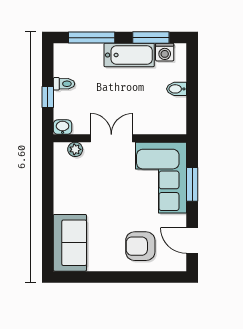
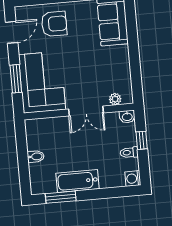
window: (92, 38) -> (110, 193), removed
washing machine: (165, 52) -> (133, 179), moved, turned -90
door: (192, 241) -> (12, 32), hinge flipped

